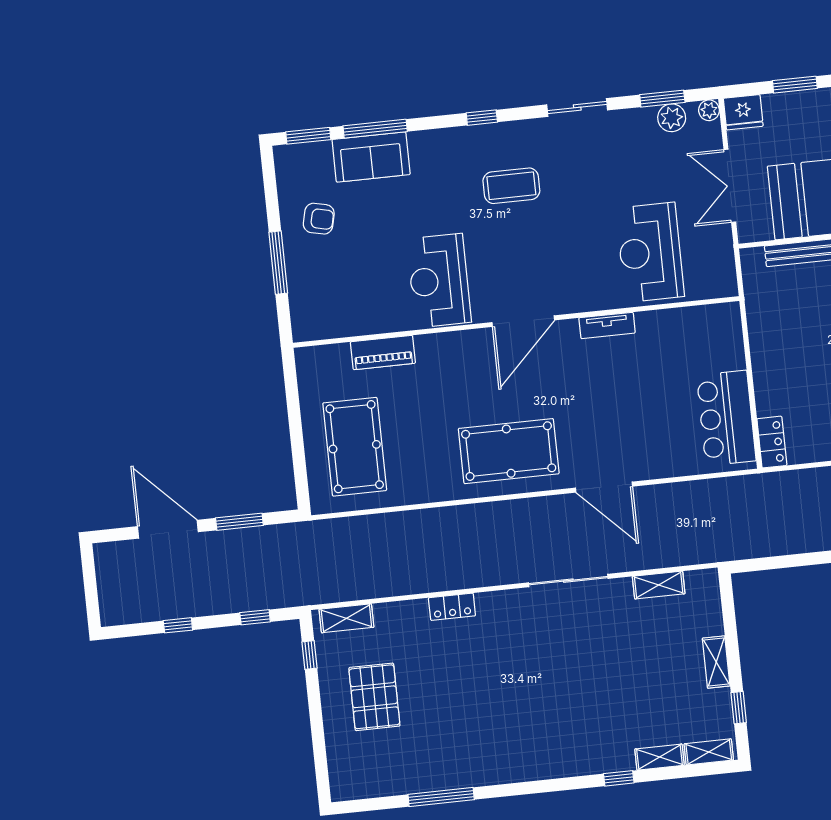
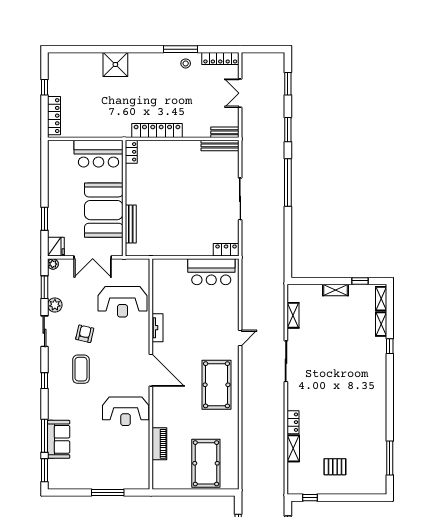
plant: (672, 118) -> (55, 305), moved
armchair: (319, 219) -> (85, 334), moved
pool table: (355, 447) -> (206, 463), turned 90
door: (604, 487) -> (240, 338), width x0.53
shelving: (346, 618) -> (293, 448), moved
pallet: (374, 697) -> (335, 467), width x0.67, depth x0.71
window: (441, 797) -> (390, 458), moved

